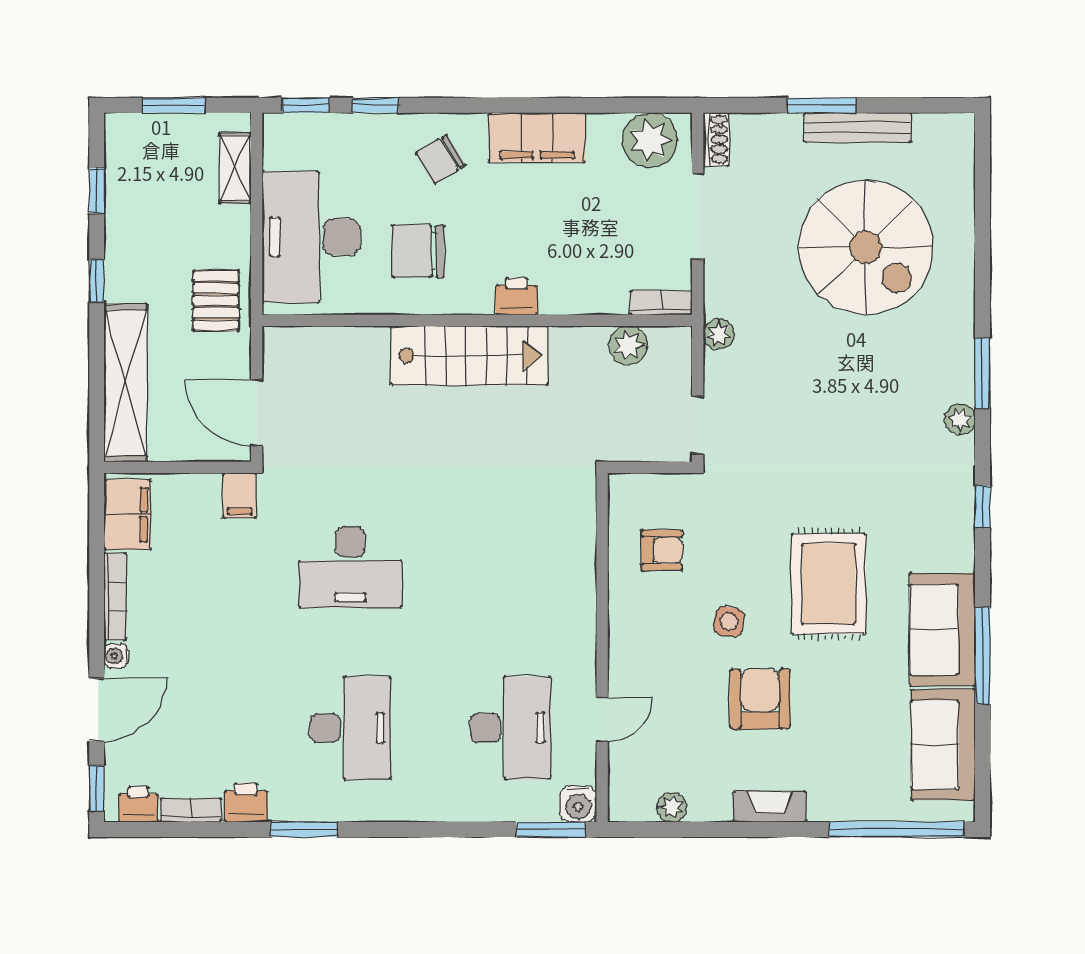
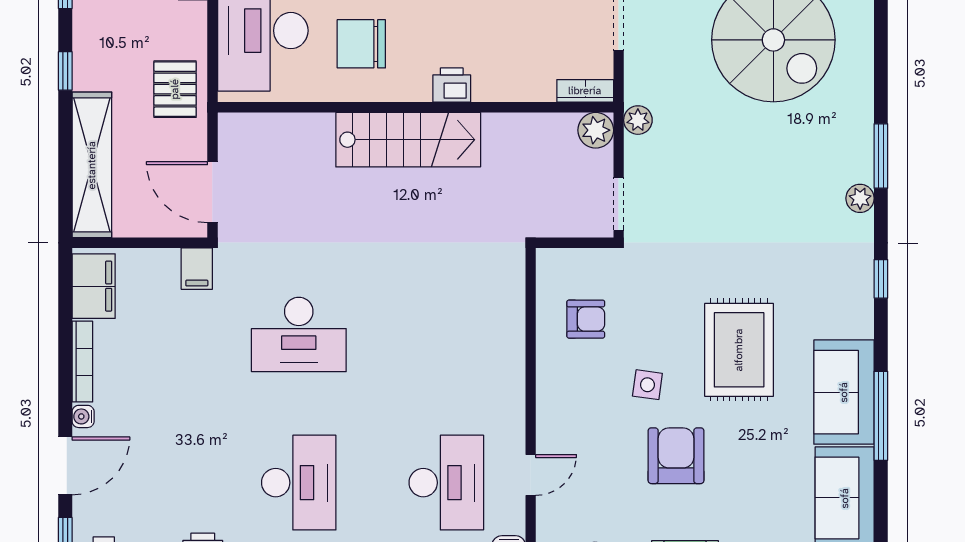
plant: (628, 345) -> (596, 130), moved

